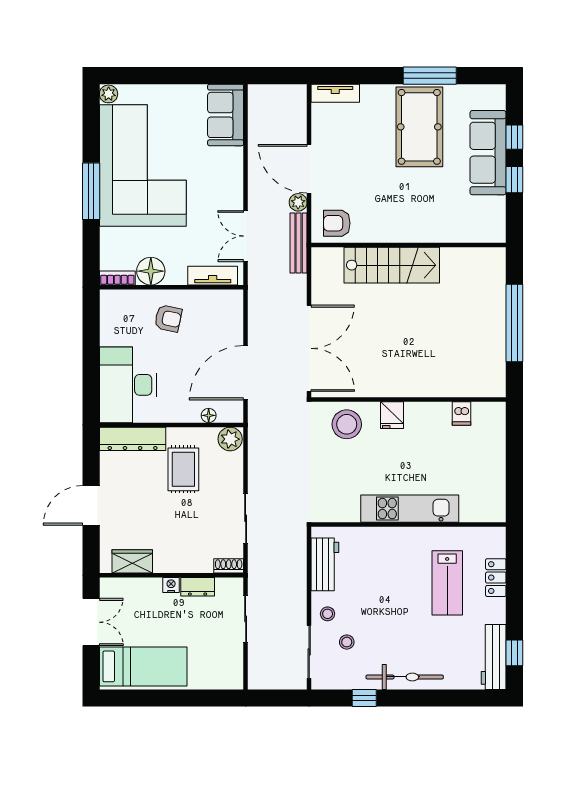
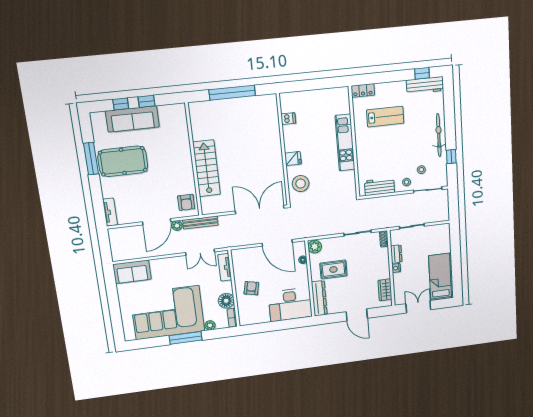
plant: (109, 94) -> (210, 325), moved
locker: (496, 578) -> (363, 90), moved

